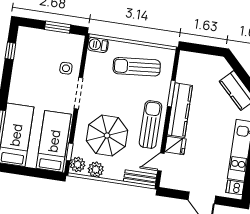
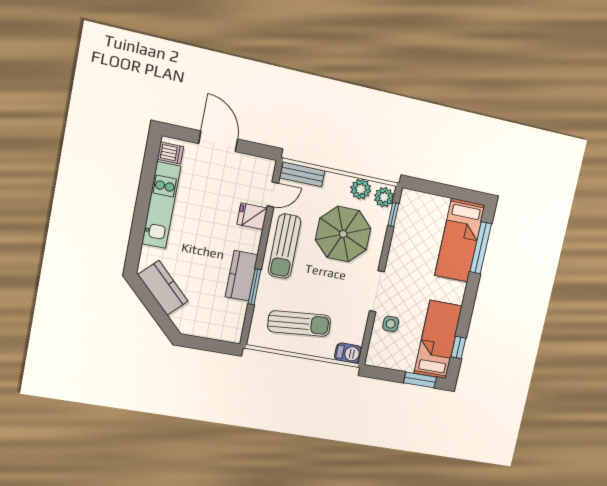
window: (58, 27) -> (420, 380), moved
kitchen counter: (180, 110) -> (242, 276), width x0.67
bed: (54, 141) -> (438, 340), moved, turned 180

